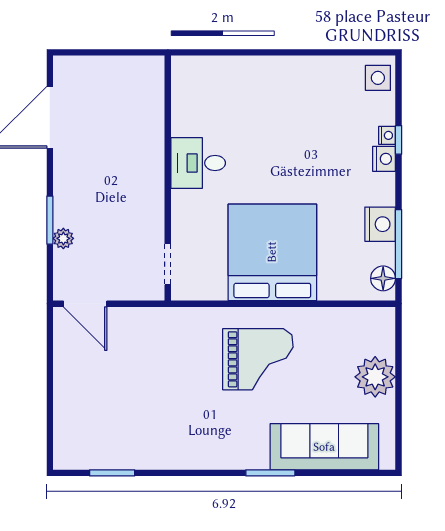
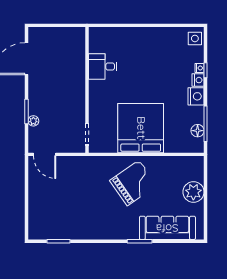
desk: (198, 163) -> (103, 66), moved
nightstand: (380, 224) -> (196, 96), moved
floor lamp: (383, 278) -> (198, 131), moved
grand piano: (258, 359) -> (133, 183), turned -35

